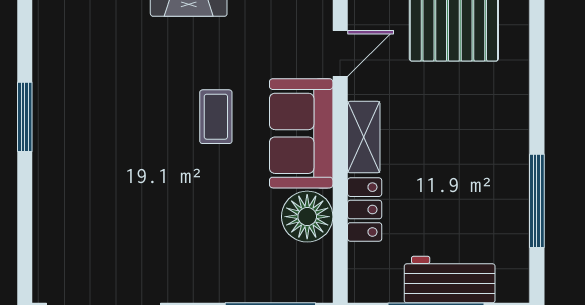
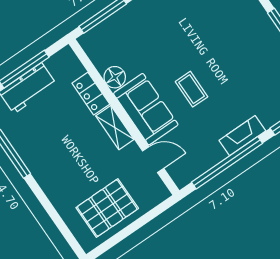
door: (340, 54) -> (153, 160), swing flipped
floor lamp: (307, 217) -> (115, 77), width x0.73, depth x0.73

